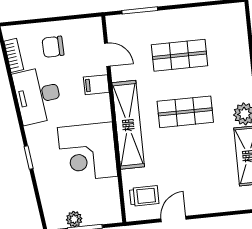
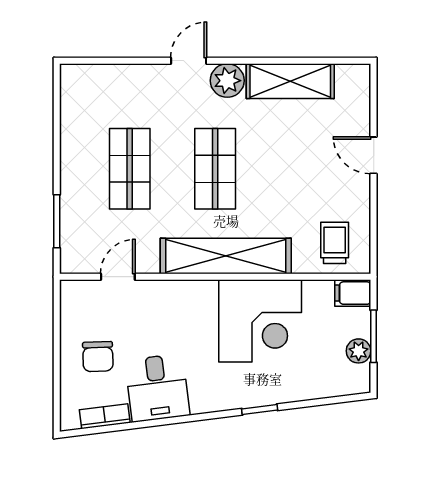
filing cabinet: (96, 85) -> (353, 293), moved, turned 90
desk: (38, 95) -> (157, 388), width x0.73
door: (173, 219) -> (374, 155), moved

